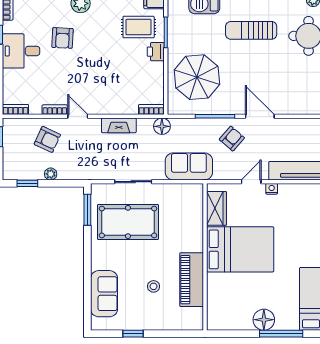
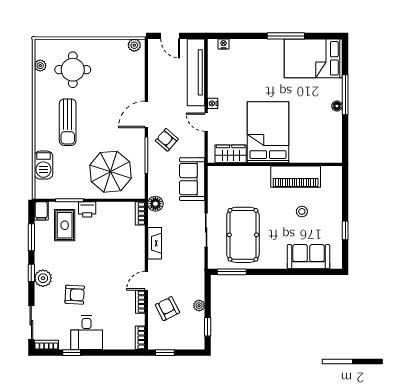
armchair: (47, 139) -> (167, 309), turned -52
floor lamp: (264, 320) -> (337, 106), width x0.53, depth x0.53

